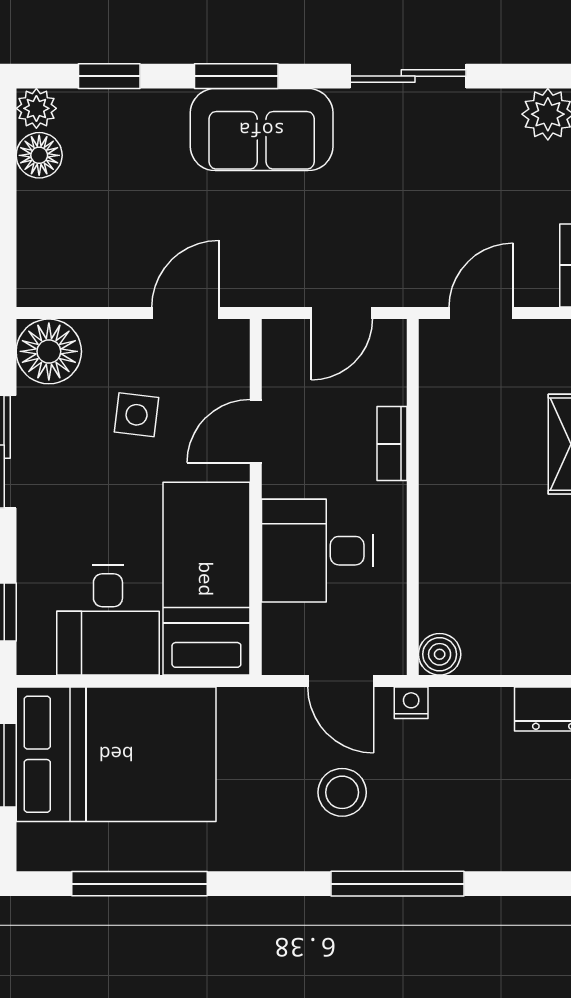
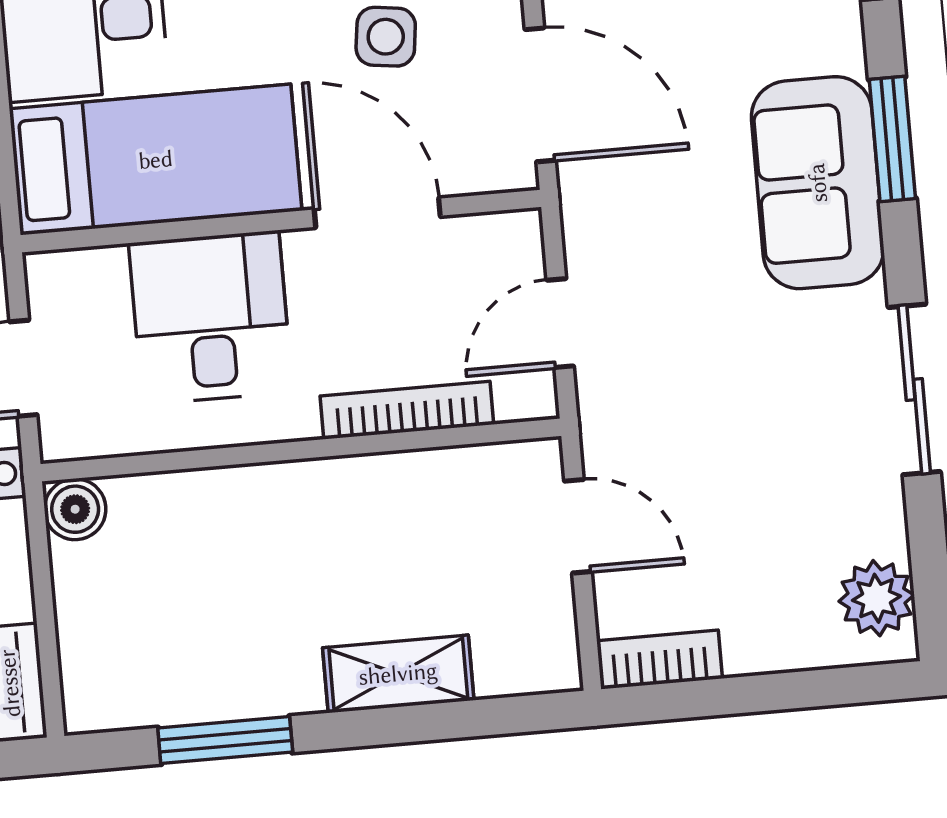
door: (185, 313) -> (540, 95), width x1.38
door: (342, 313) -> (560, 323), hinge flipped
door: (256, 431) -> (377, 213), width x1.38
bookcase: (392, 444) -> (407, 410), width x1.56

